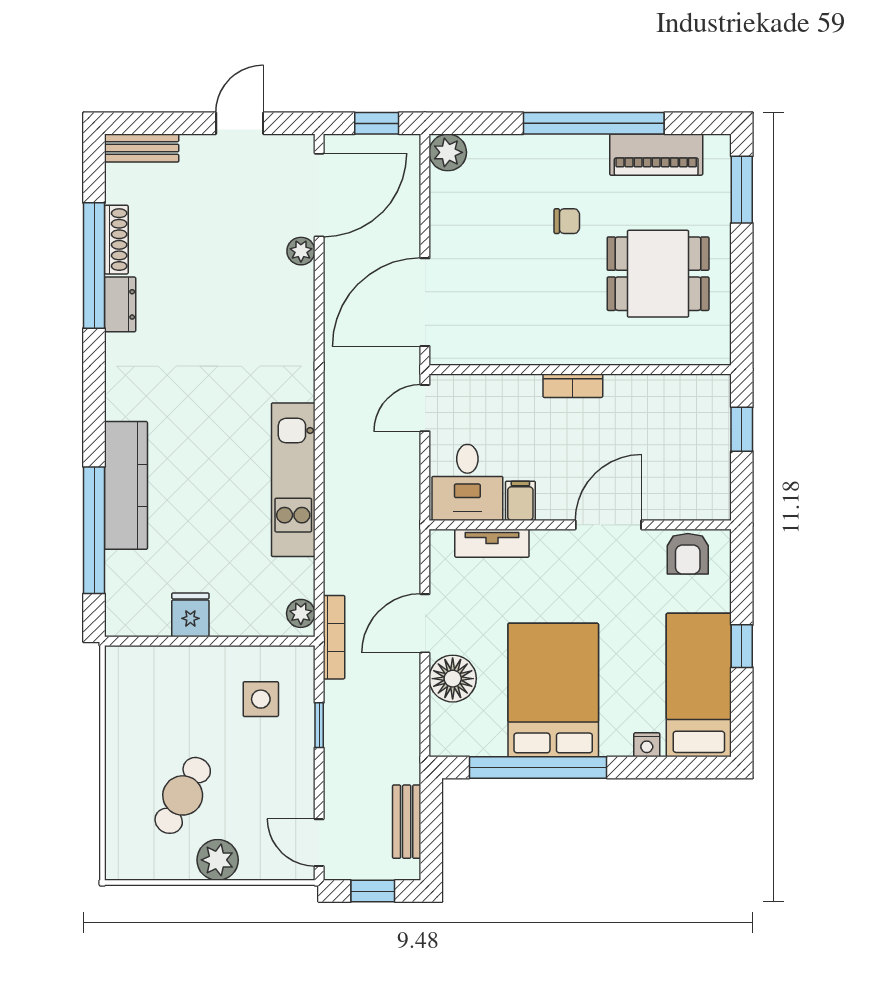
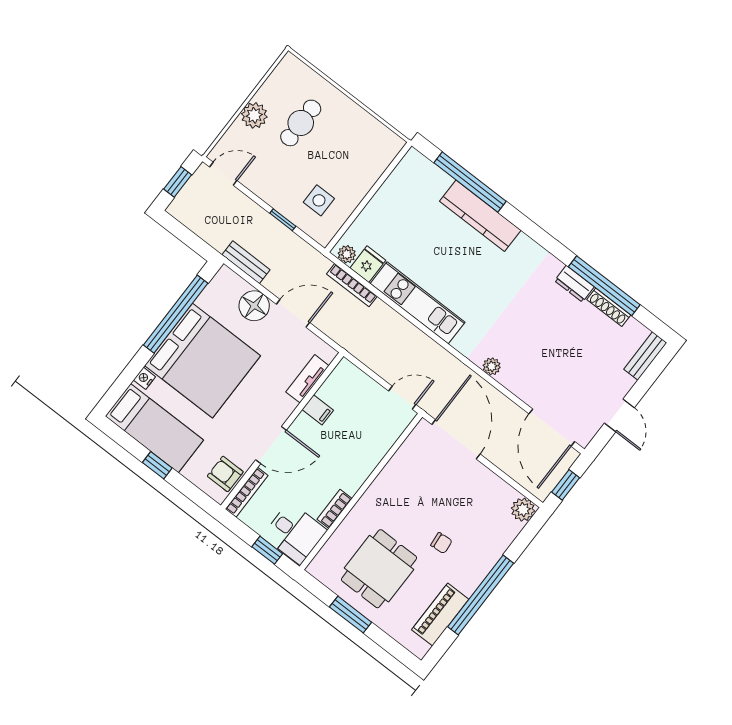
window: (742, 190) -> (351, 615), moved
chair: (567, 221) -> (441, 543), turned -95
plant: (301, 251) -> (492, 366), moved
bookcase: (573, 386) -> (335, 509), moved
door: (425, 408) -> (402, 398), hinge flipped
desk: (467, 482) -> (295, 533), moved, turned 180
bookcase: (690, 510) -> (247, 492), added
door: (608, 525) -> (271, 445), hinge flipped
fridge: (190, 615) -> (368, 264), moved, turned -90
door: (425, 623) -> (293, 313), hinge flipped
bookcase: (334, 637) -> (352, 285), moved
bed: (553, 690) -> (202, 361), width x1.36
cafe table: (183, 795) -> (301, 123), turned 61
bench: (407, 822) -> (246, 262), moved

